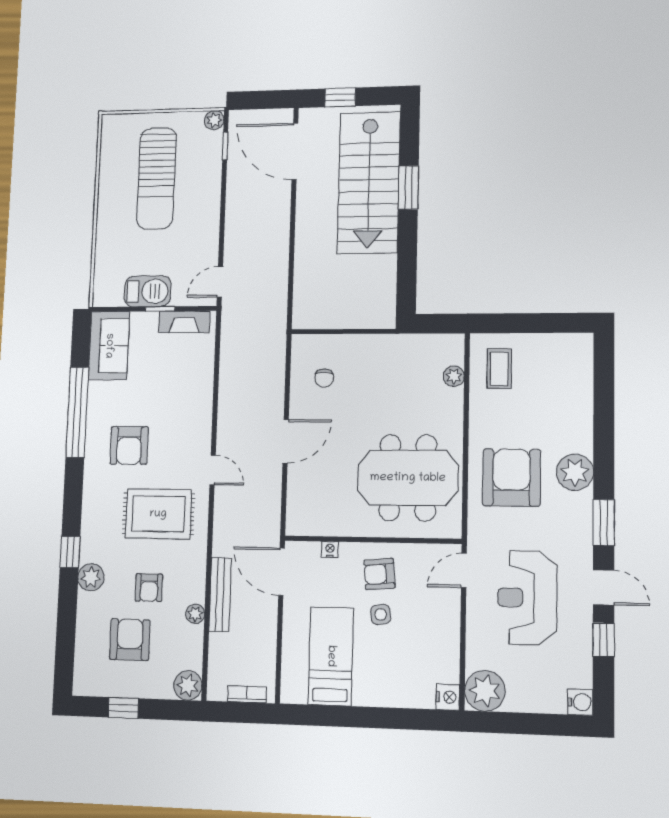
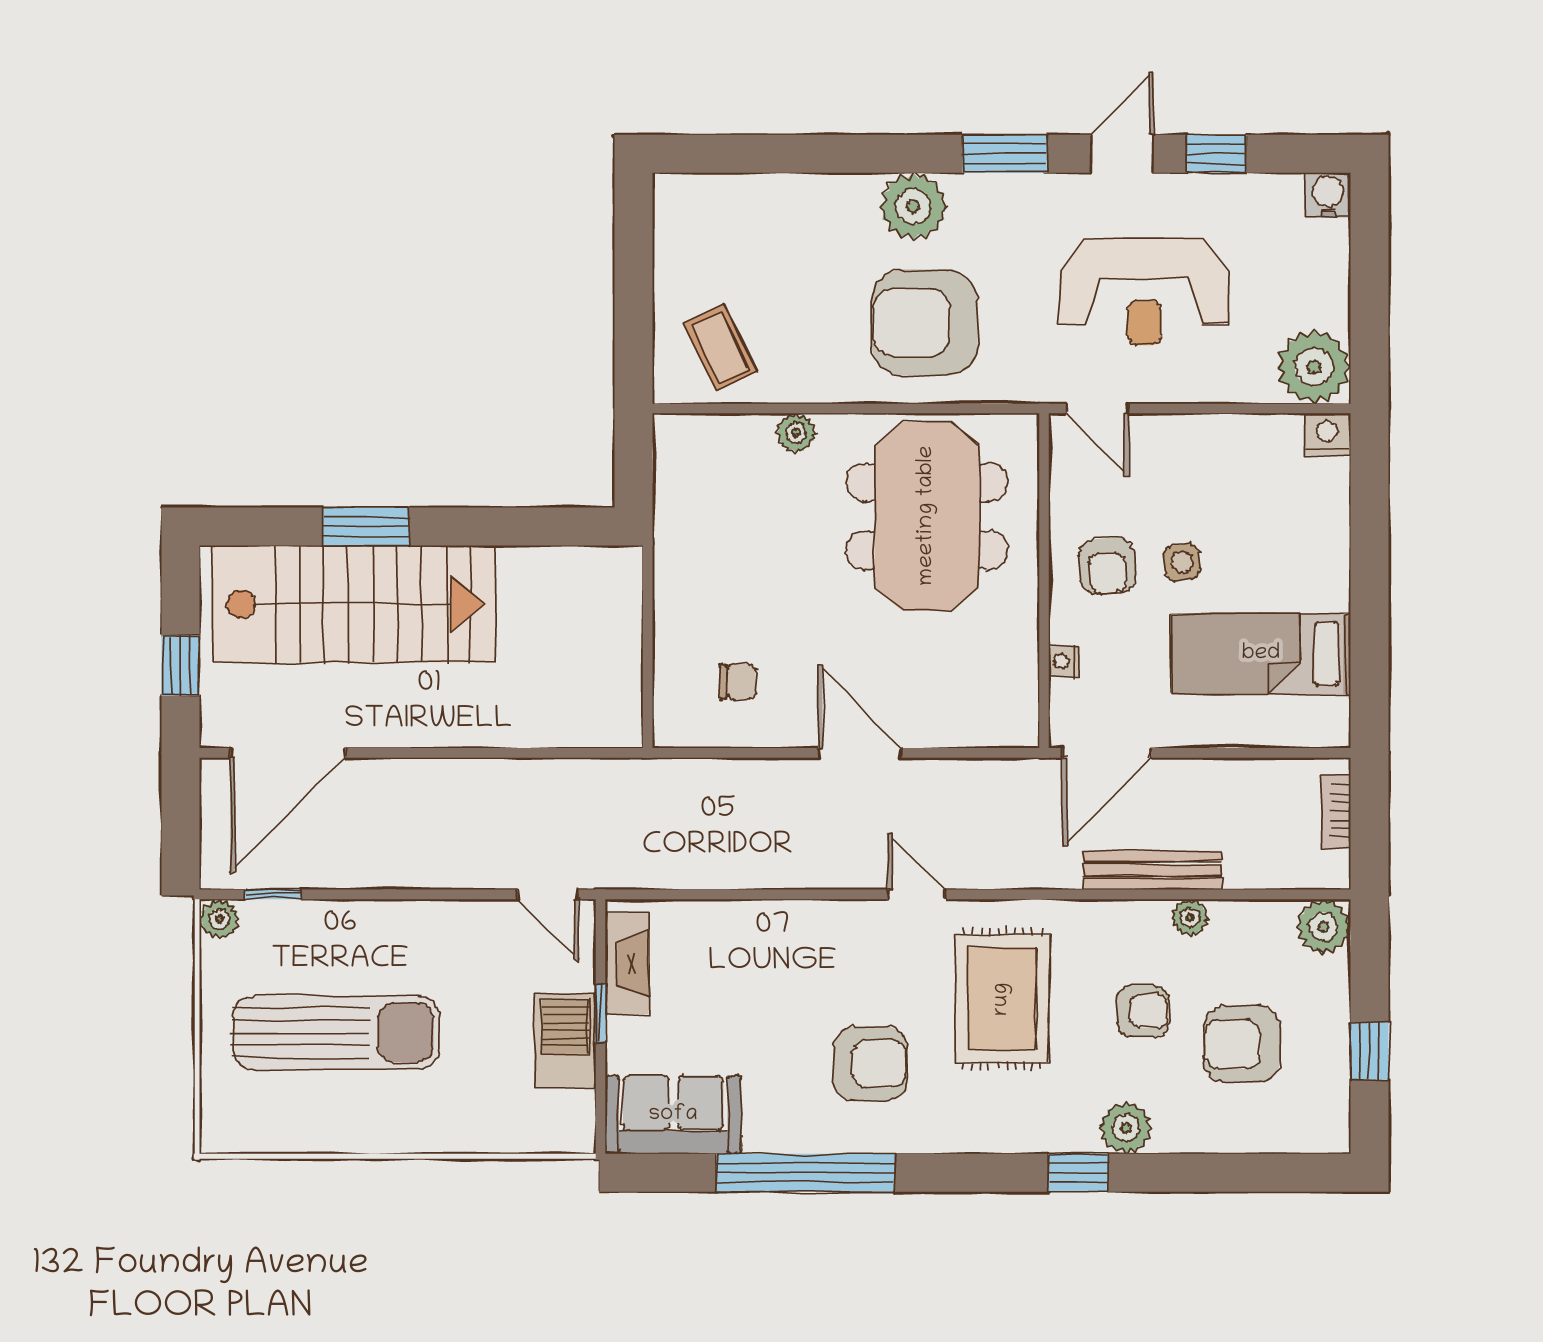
coffee table: (499, 369) -> (720, 348), turned 64
plant: (454, 376) -> (796, 433), moved
door: (213, 470) -> (916, 894), hinge flipped

